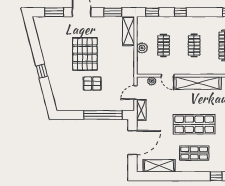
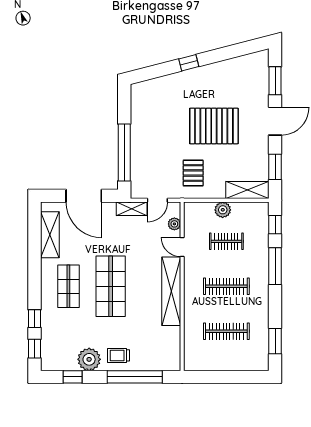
window: (180, 12) -> (275, 266), width x2.17
clothes rail: (194, 45) -> (226, 286), width x1.36
door: (167, 76) -> (182, 247), hinge flipped
pallet: (92, 83) -> (193, 173), moved
door: (136, 93) -> (157, 200), swing flipped

